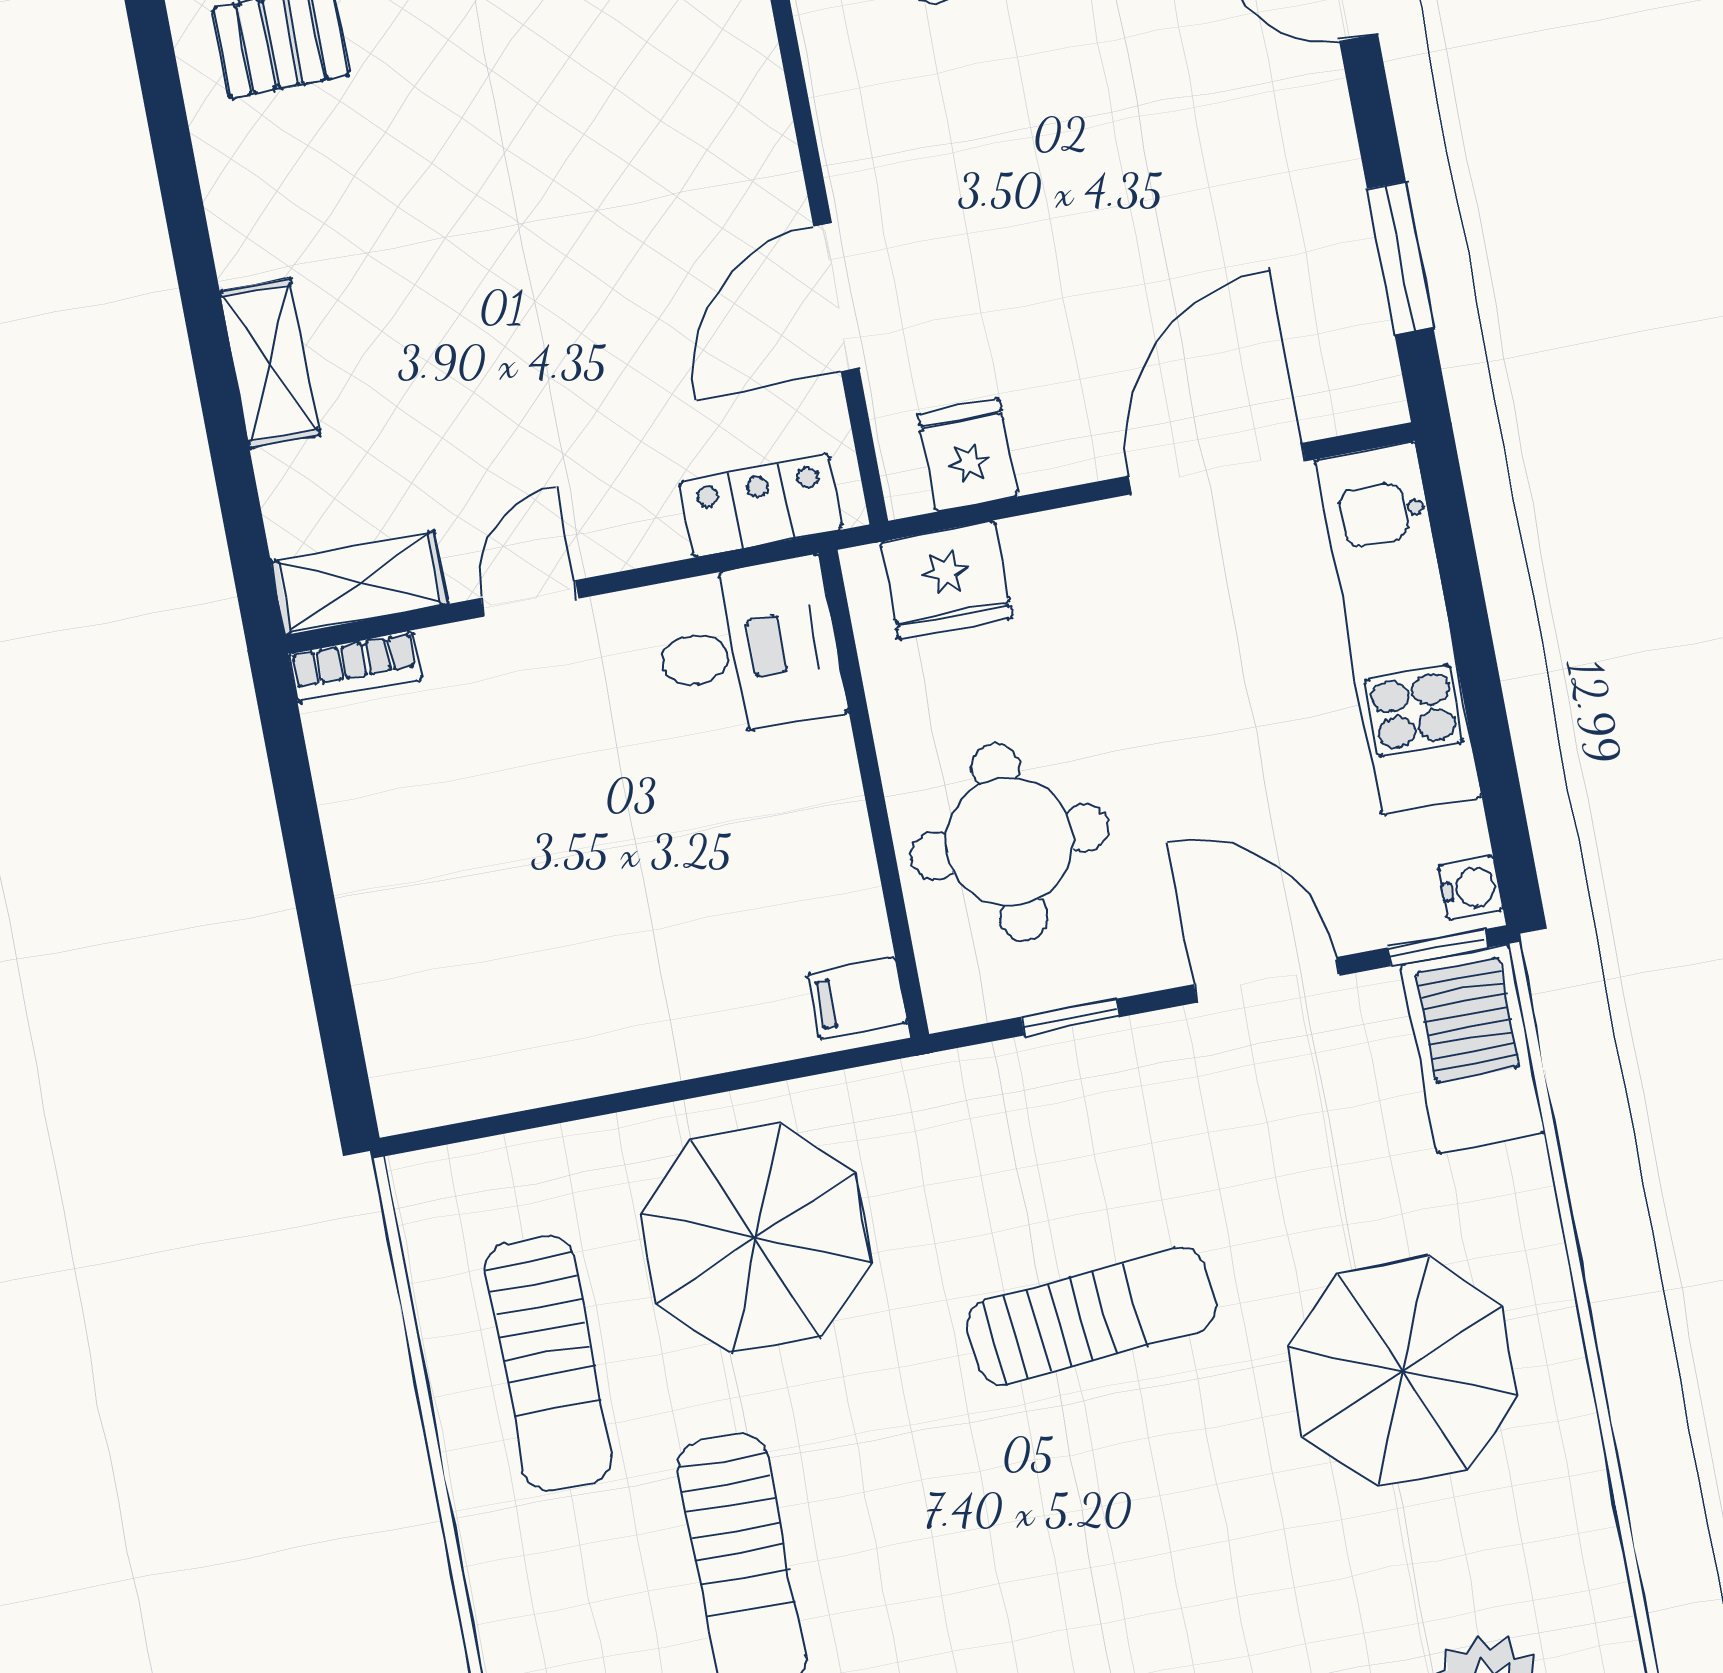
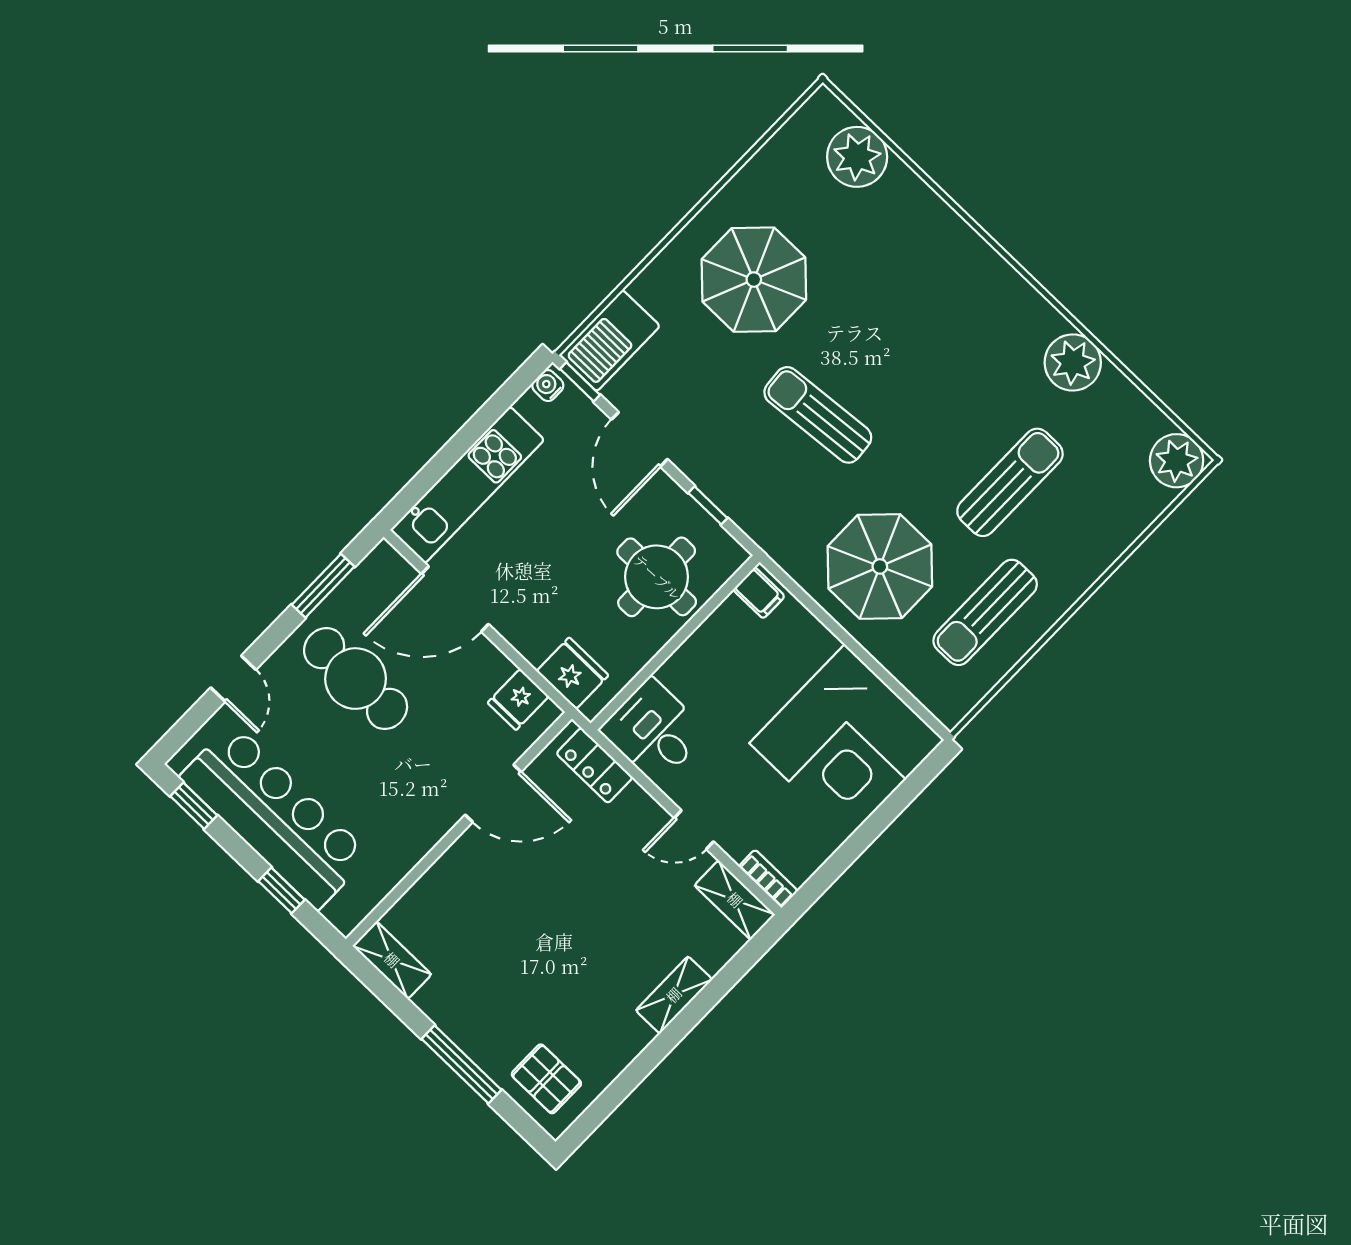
cafe table: (1201, 201) -> (356, 679), added
corner desk: (495, 968) -> (847, 741), added
sun lounger: (549, 1363) -> (985, 612), turned 180

